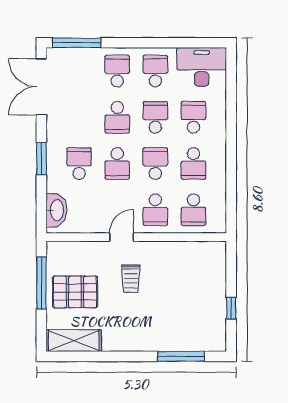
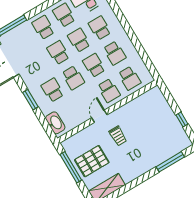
school desk: (117, 117) -> (58, 53), turned 180

